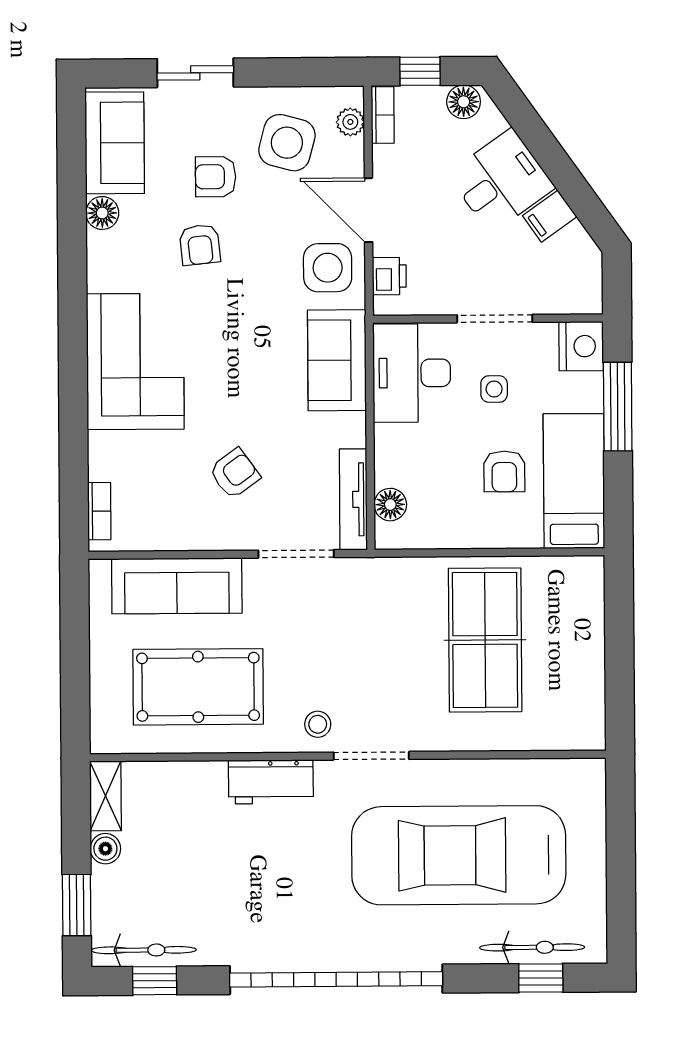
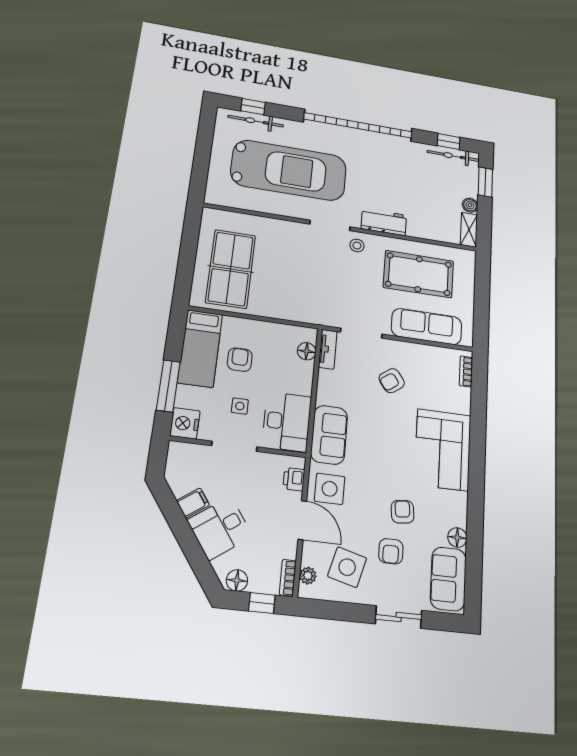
armchair: (216, 177) -> (391, 551), turned 90
tv unit: (353, 499) -> (328, 349), width x0.71
table tennis table: (485, 640) -> (231, 269), moved

